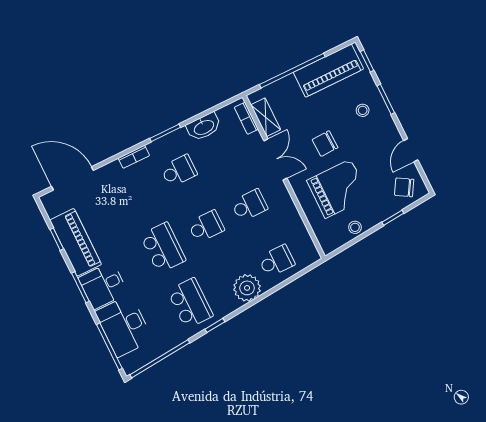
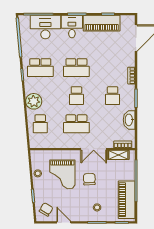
school desk: (249, 205) -> (76, 124), width x1.85

